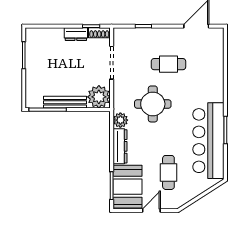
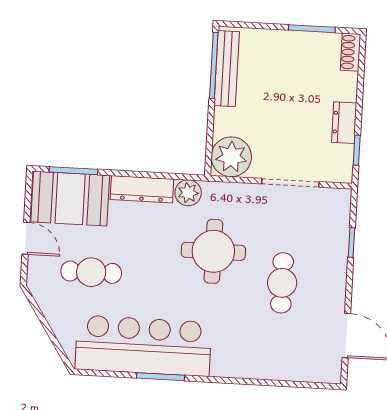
shoe rack: (99, 33) -> (350, 52), moved
bench: (65, 102) -> (227, 69), moved

